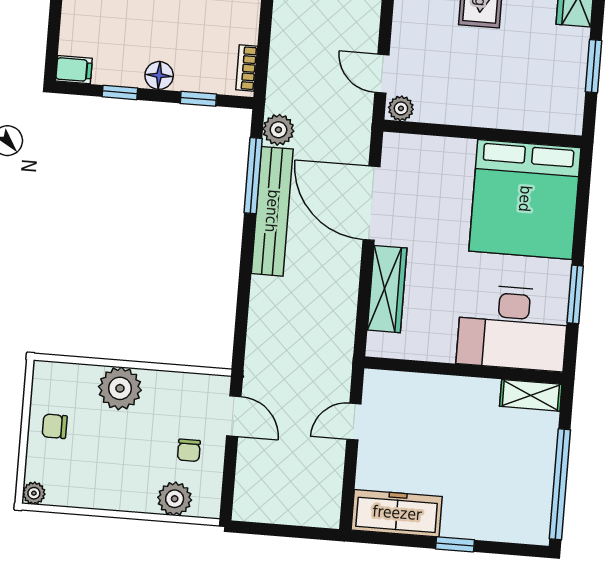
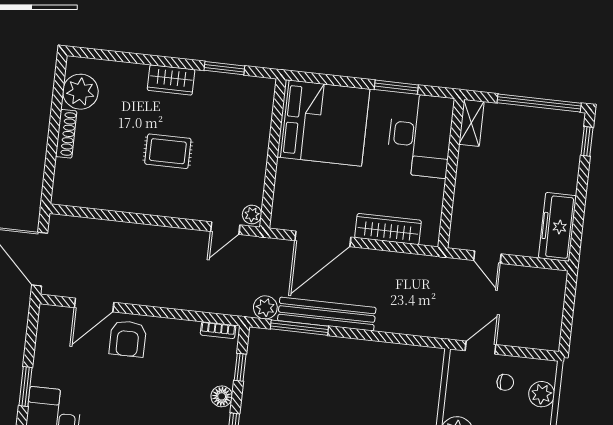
window: (455, 544) -> (587, 141), moved

